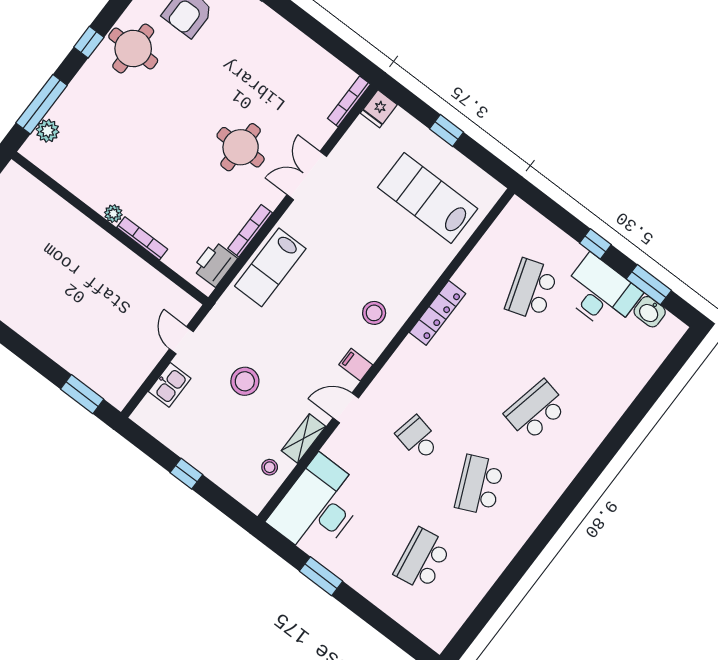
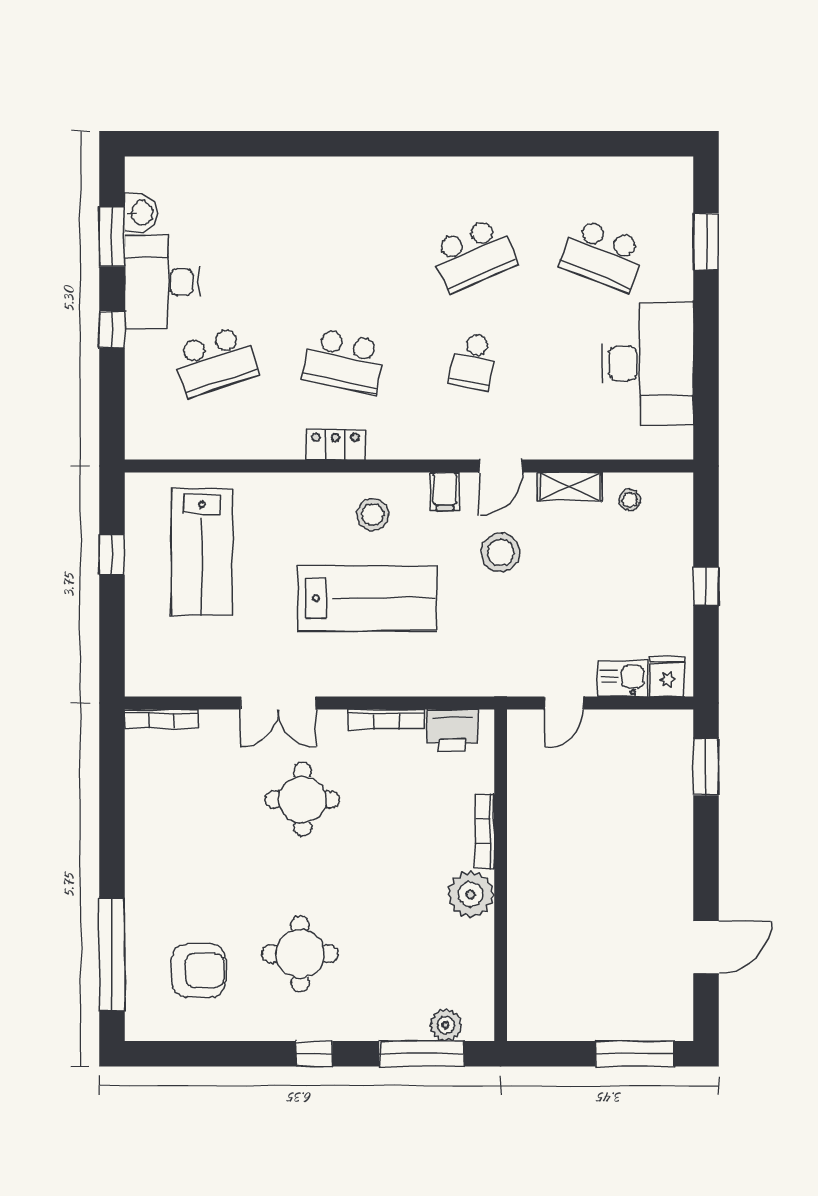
round table: (133, 48) -> (300, 954), moved
fridge: (379, 109) -> (667, 677), moved, turned -90
window: (447, 130) -> (112, 554), moved
plant: (113, 214) -> (471, 895), width x1.88, depth x1.88
lab bench: (270, 267) -> (367, 598), moved, width x1.36, depth x1.39
locker: (437, 313) -> (335, 445), width x0.66
stool: (245, 381) -> (501, 552), moved
door: (346, 408) -> (501, 466), hinge flipped
school desk: (536, 411) -> (344, 361), moved
desk: (318, 507) -> (647, 364), moved, turned -90
school desk: (423, 559) -> (603, 255), turned 30
window: (321, 576) -> (706, 242), moved

